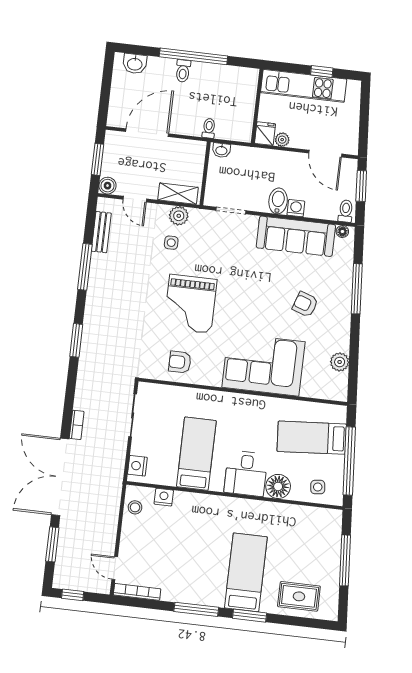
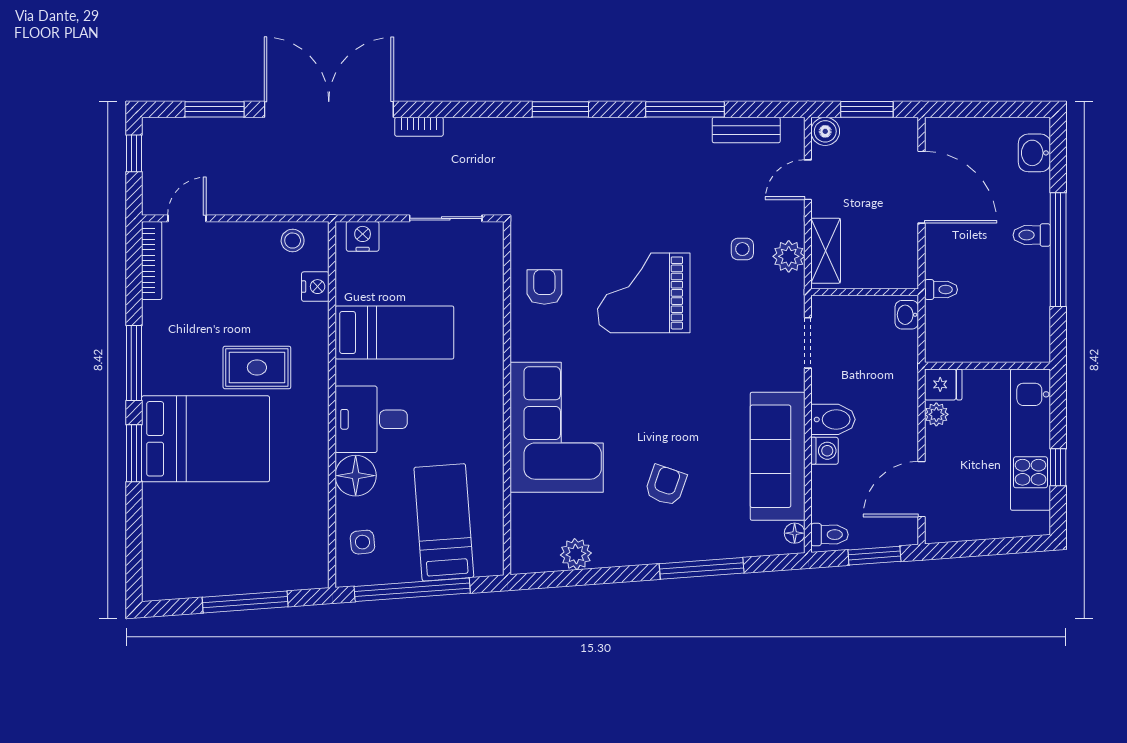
bed: (246, 572) -> (206, 439), width x1.50
rug: (299, 596) -> (257, 368), moved, turned 90

